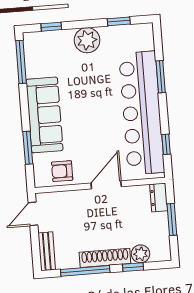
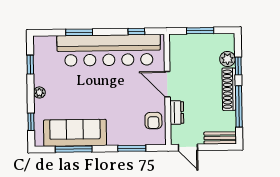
plant: (87, 40) -> (39, 92), width x0.53, depth x0.53
window: (21, 62) -> (74, 149), moved
sofa: (45, 115) -> (75, 133), moved
dresser: (159, 197) -> (177, 113), moved, turned -90

